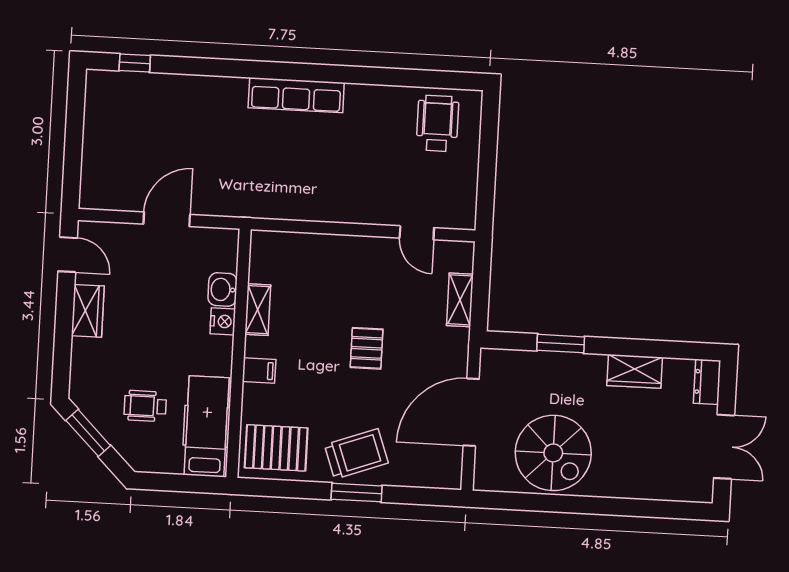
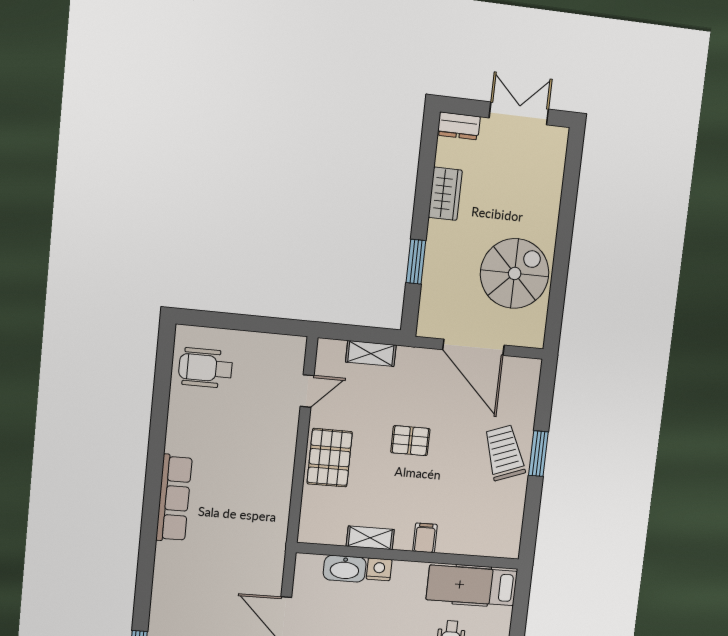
washbasin: (222, 290) -> (345, 569), width x1.38
pallet: (276, 448) -> (330, 458), moved

